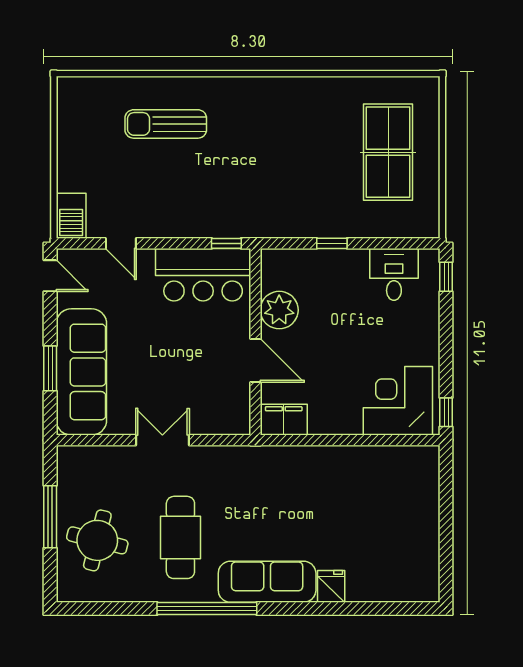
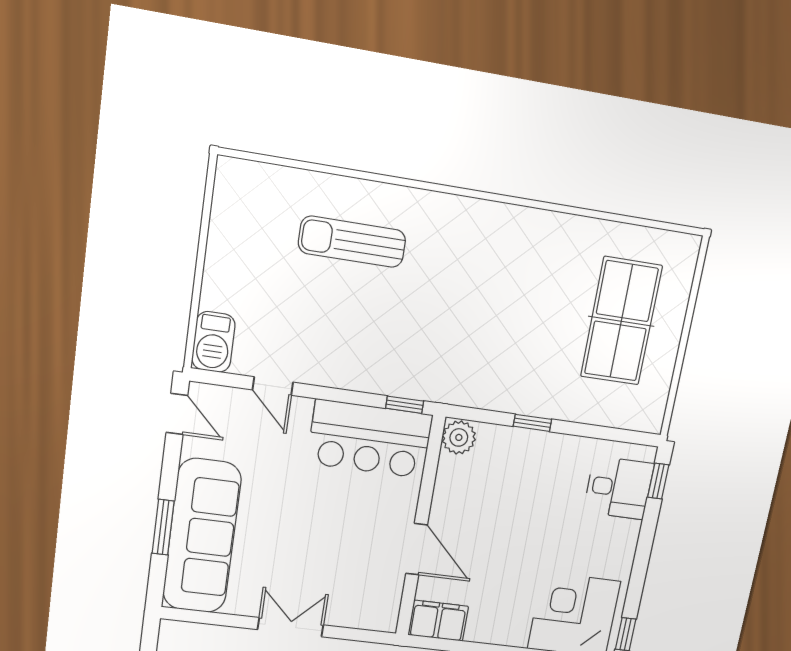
desk: (394, 274) -> (619, 488), moved, turned 90
plant: (279, 310) -> (459, 437), moved, width x0.73, depth x0.73

